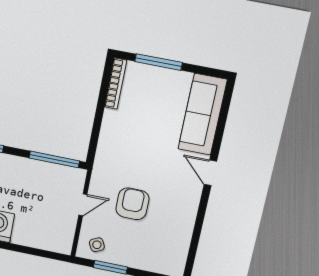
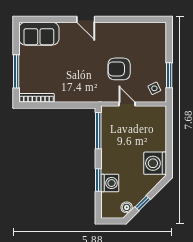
sofa: (203, 114) -> (39, 34), width x0.73
door: (210, 173) -> (86, 19), hinge flipped

